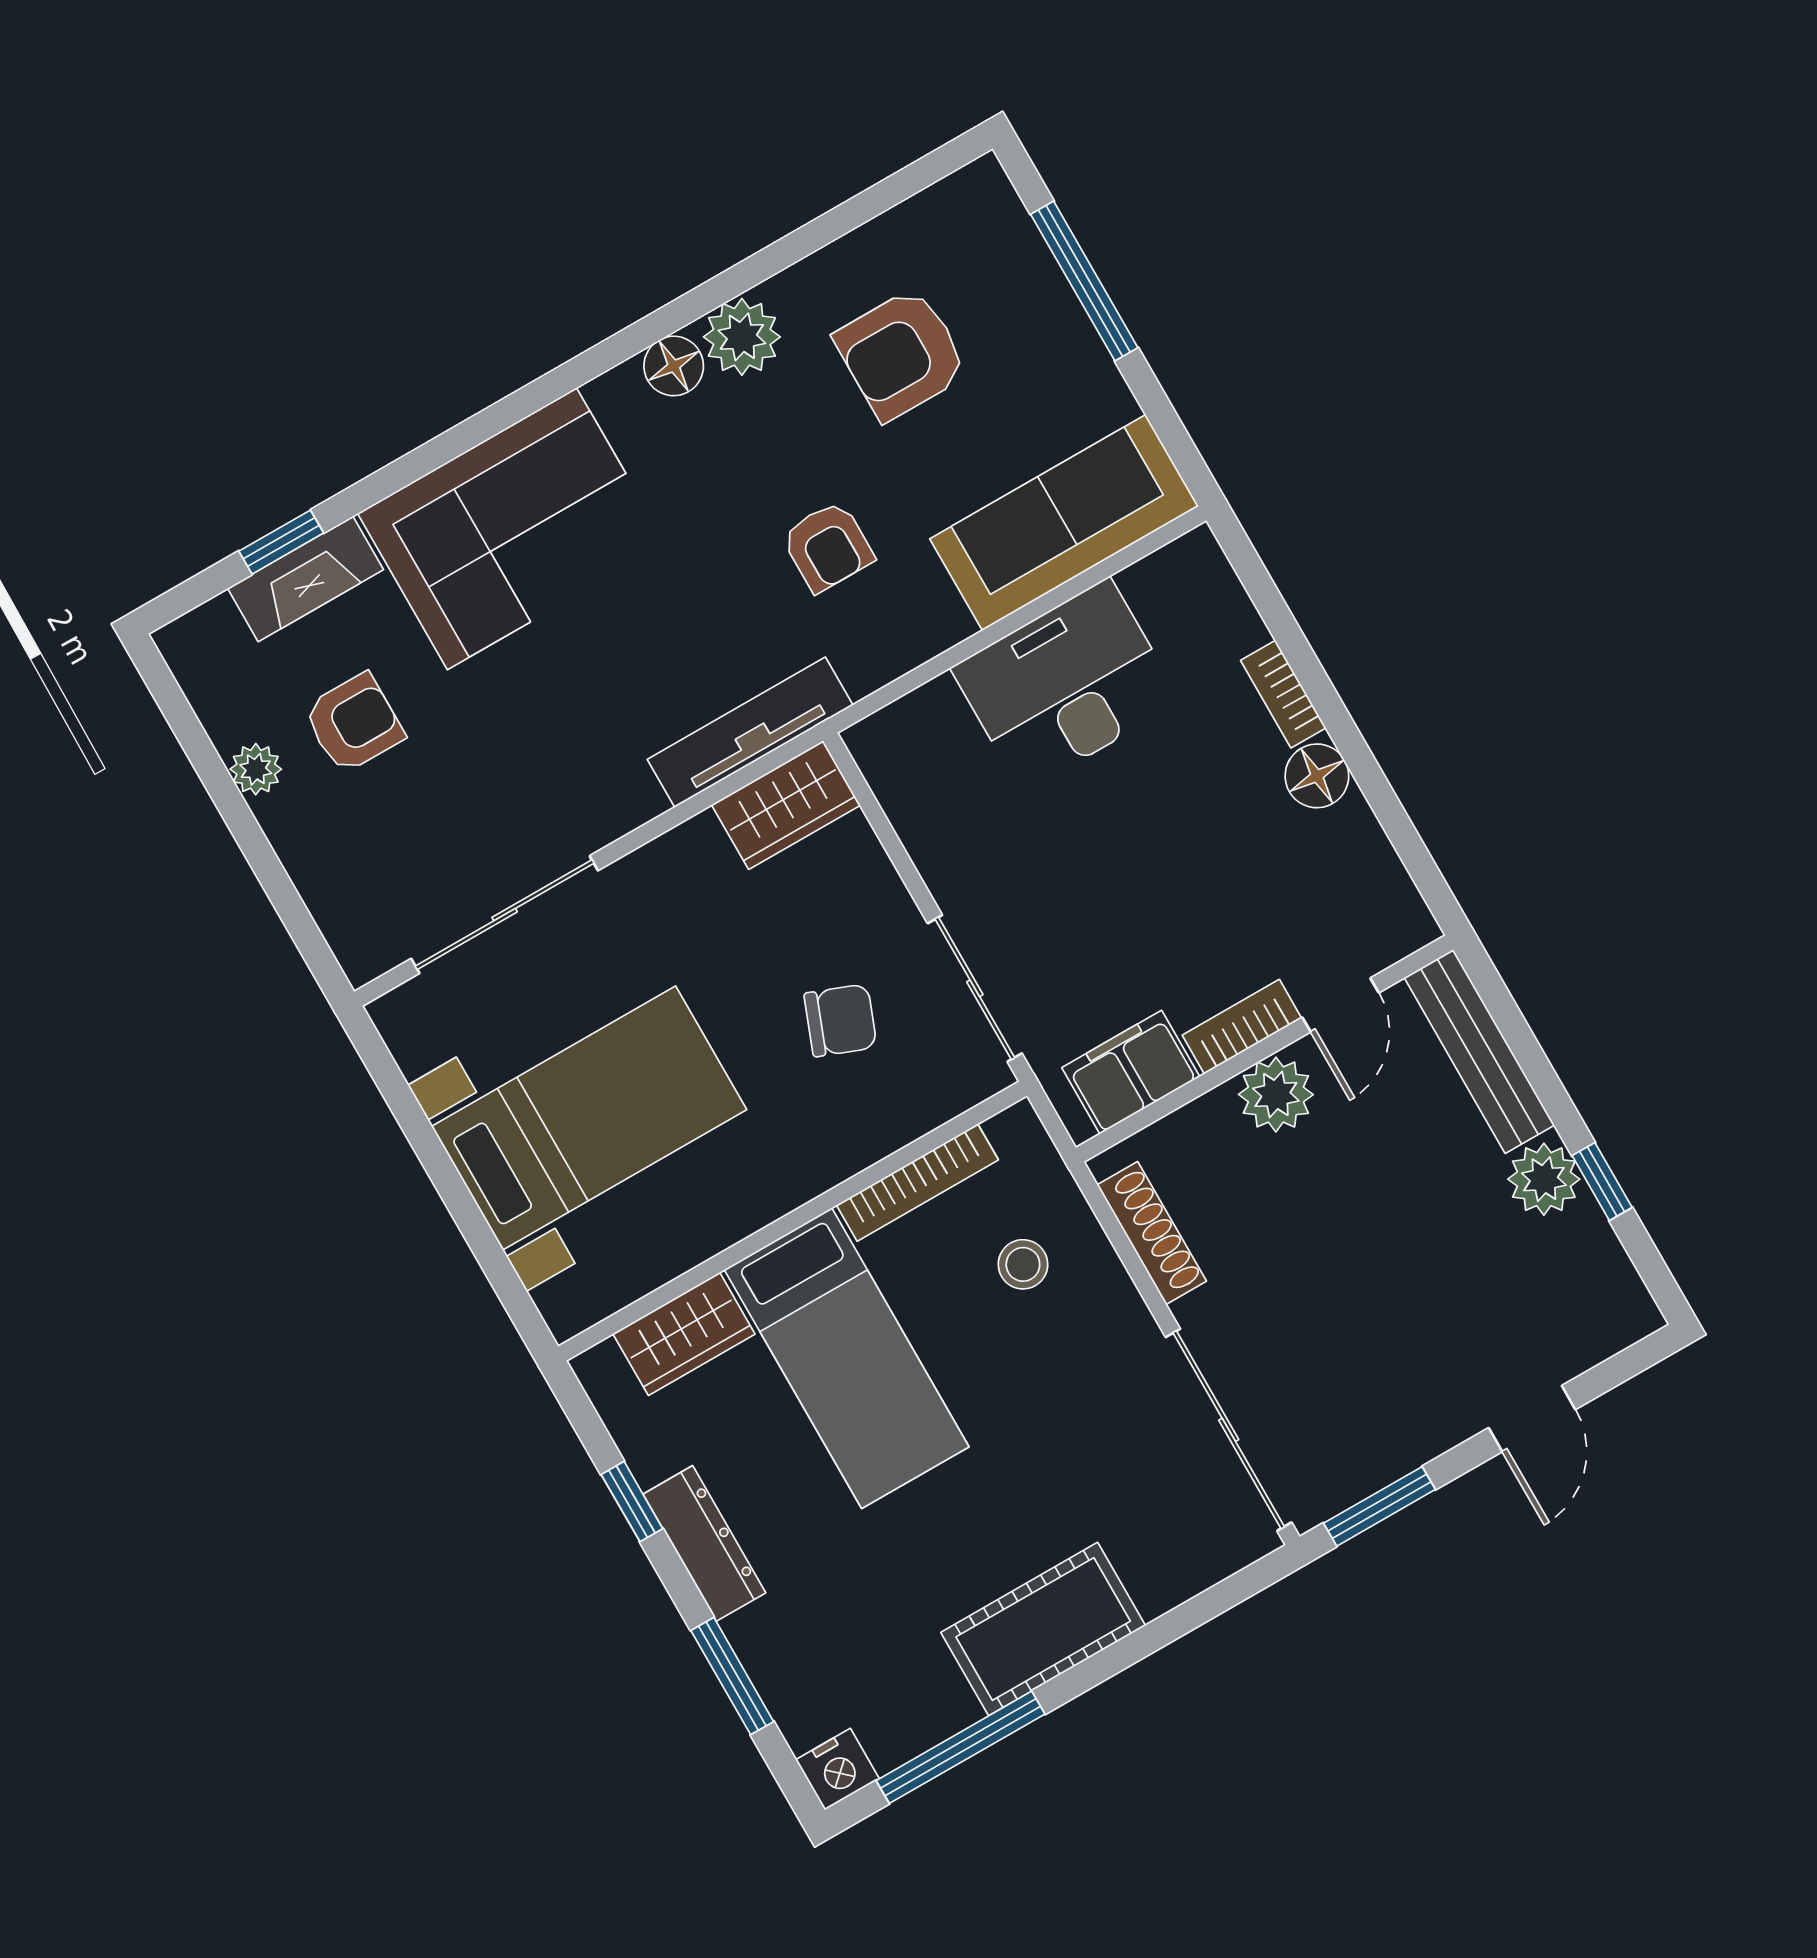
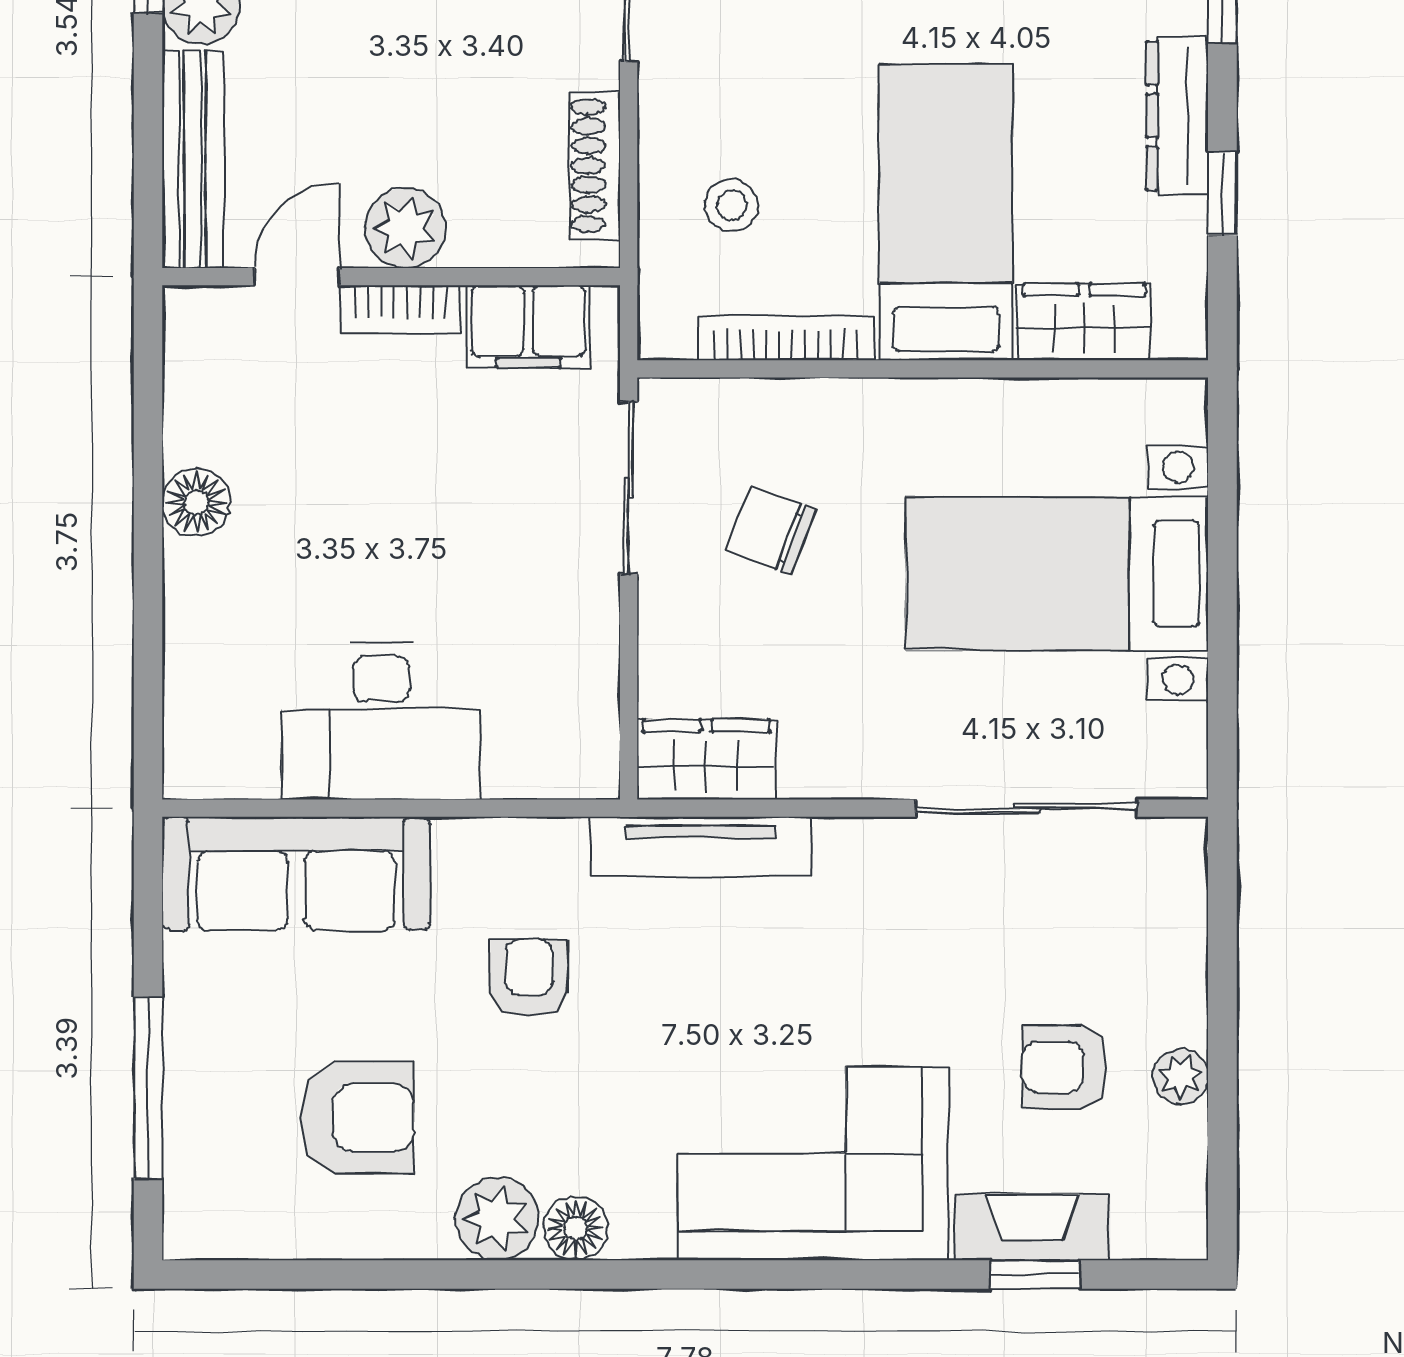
bookcase: (1283, 694) -> (184, 597), removed

